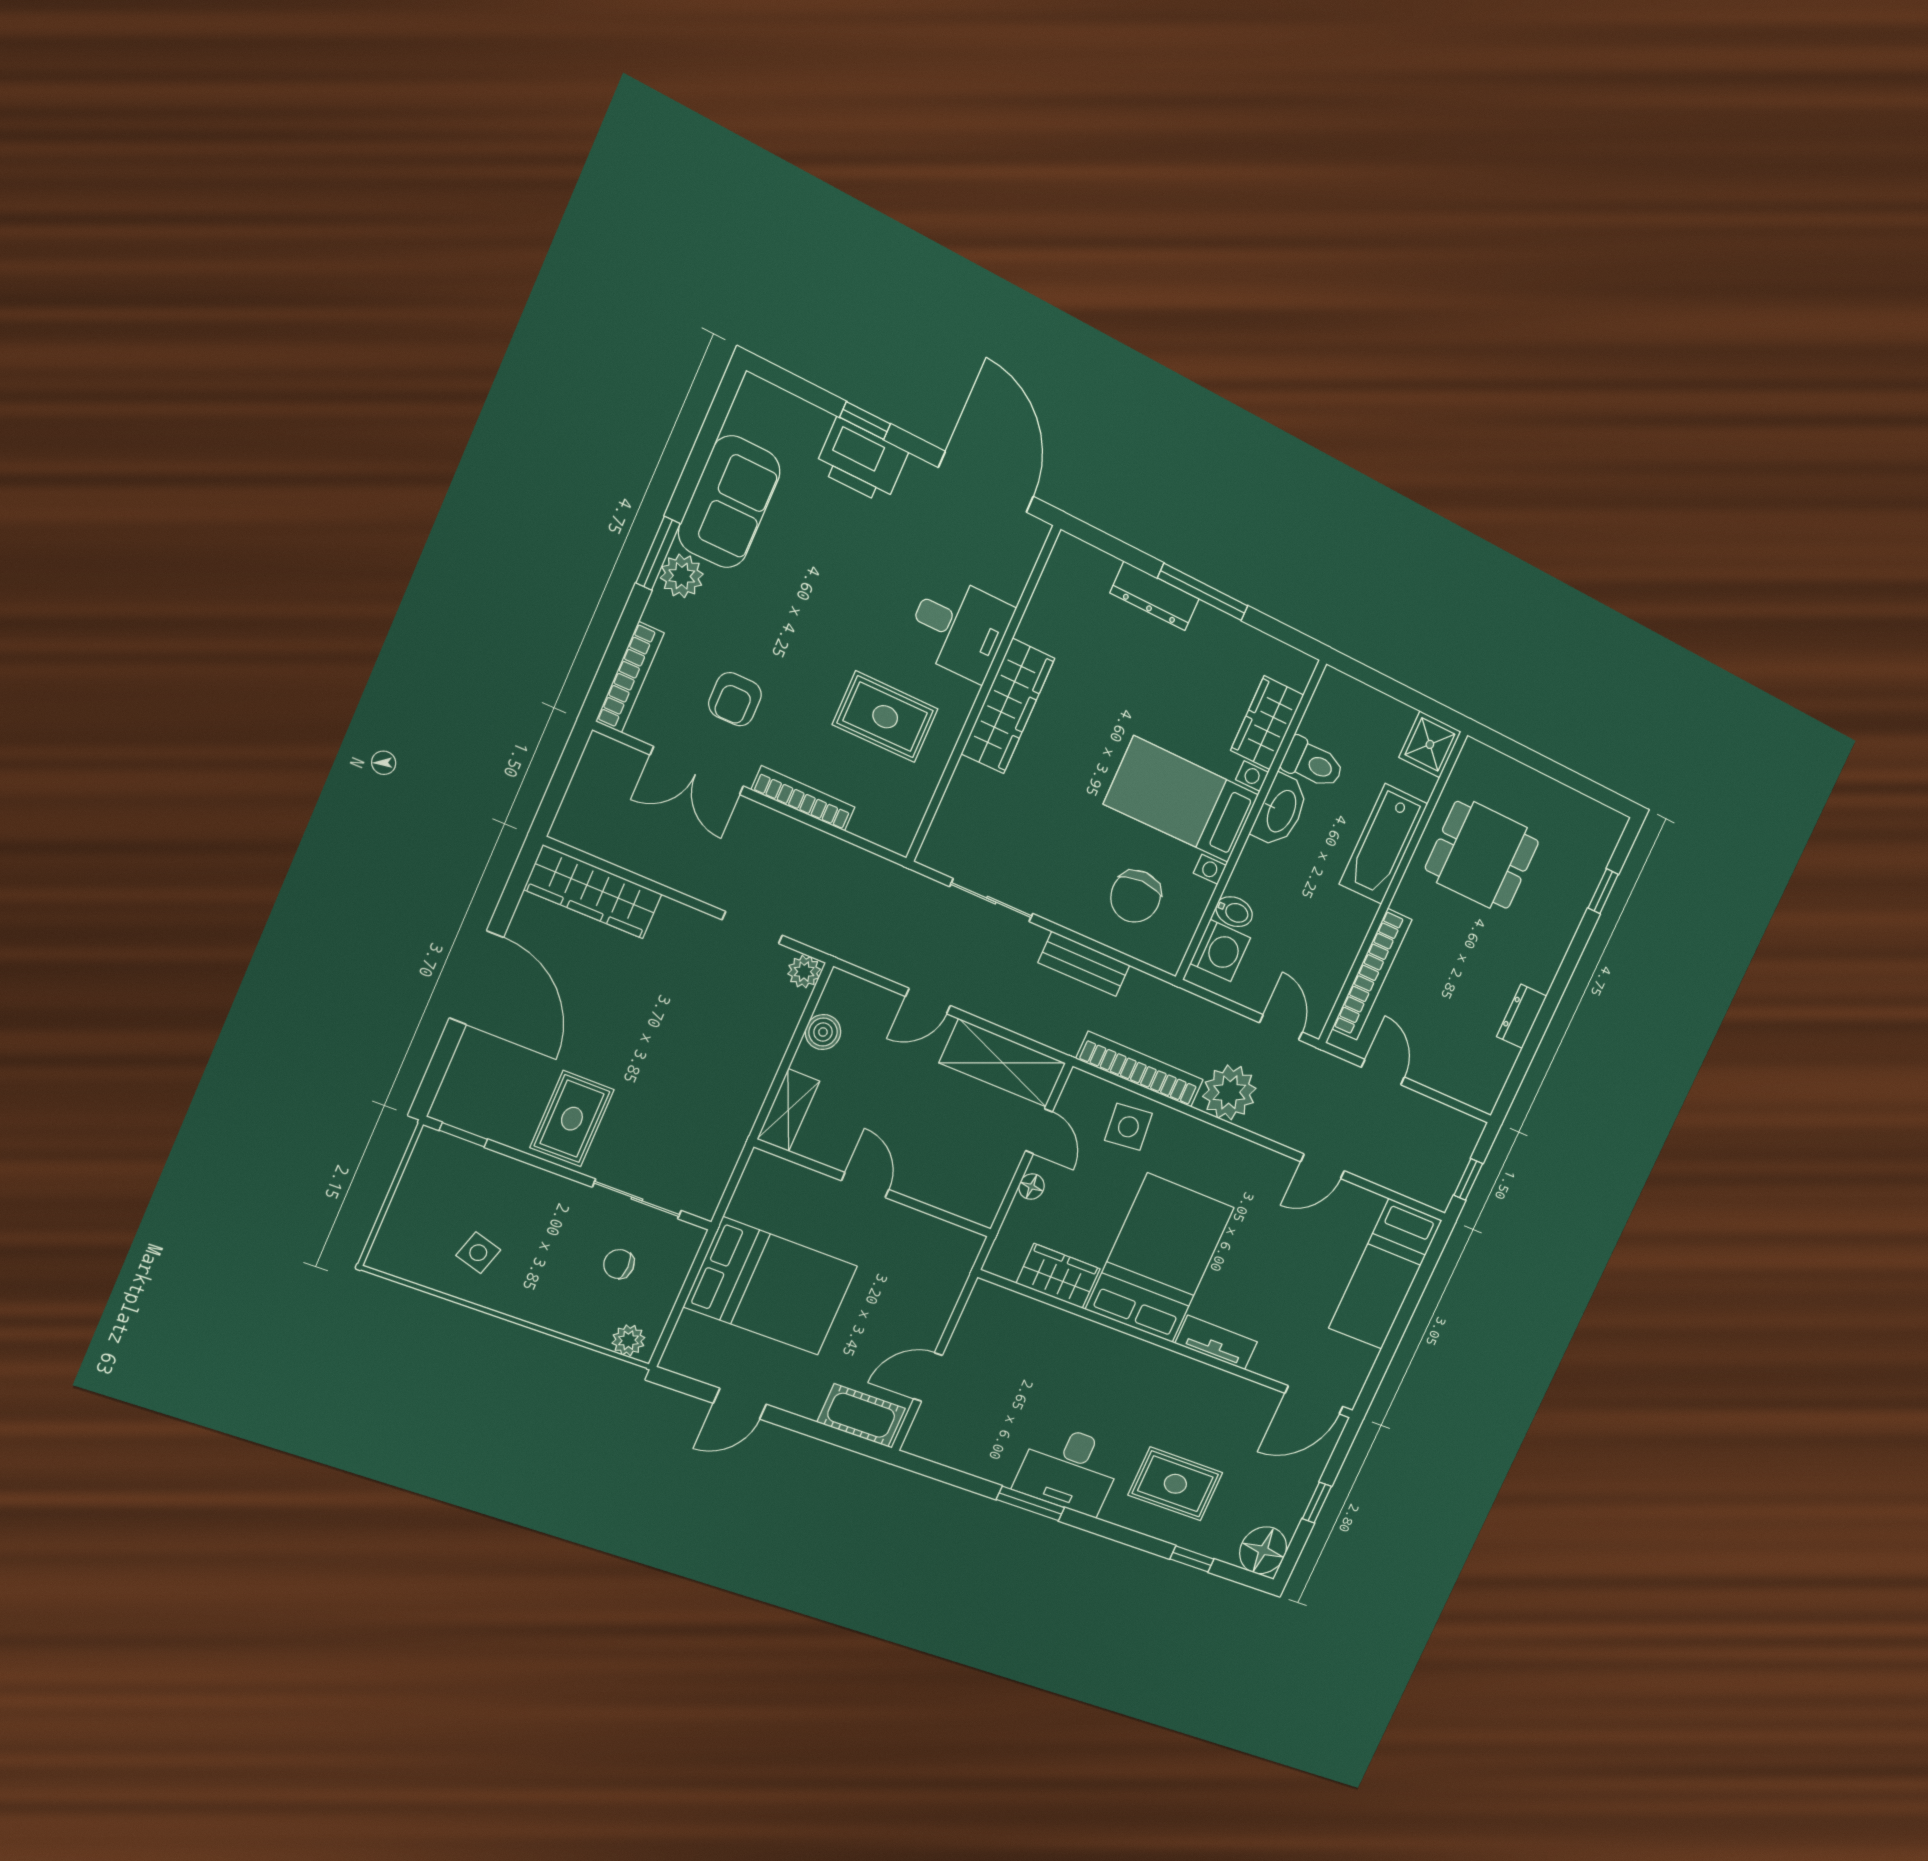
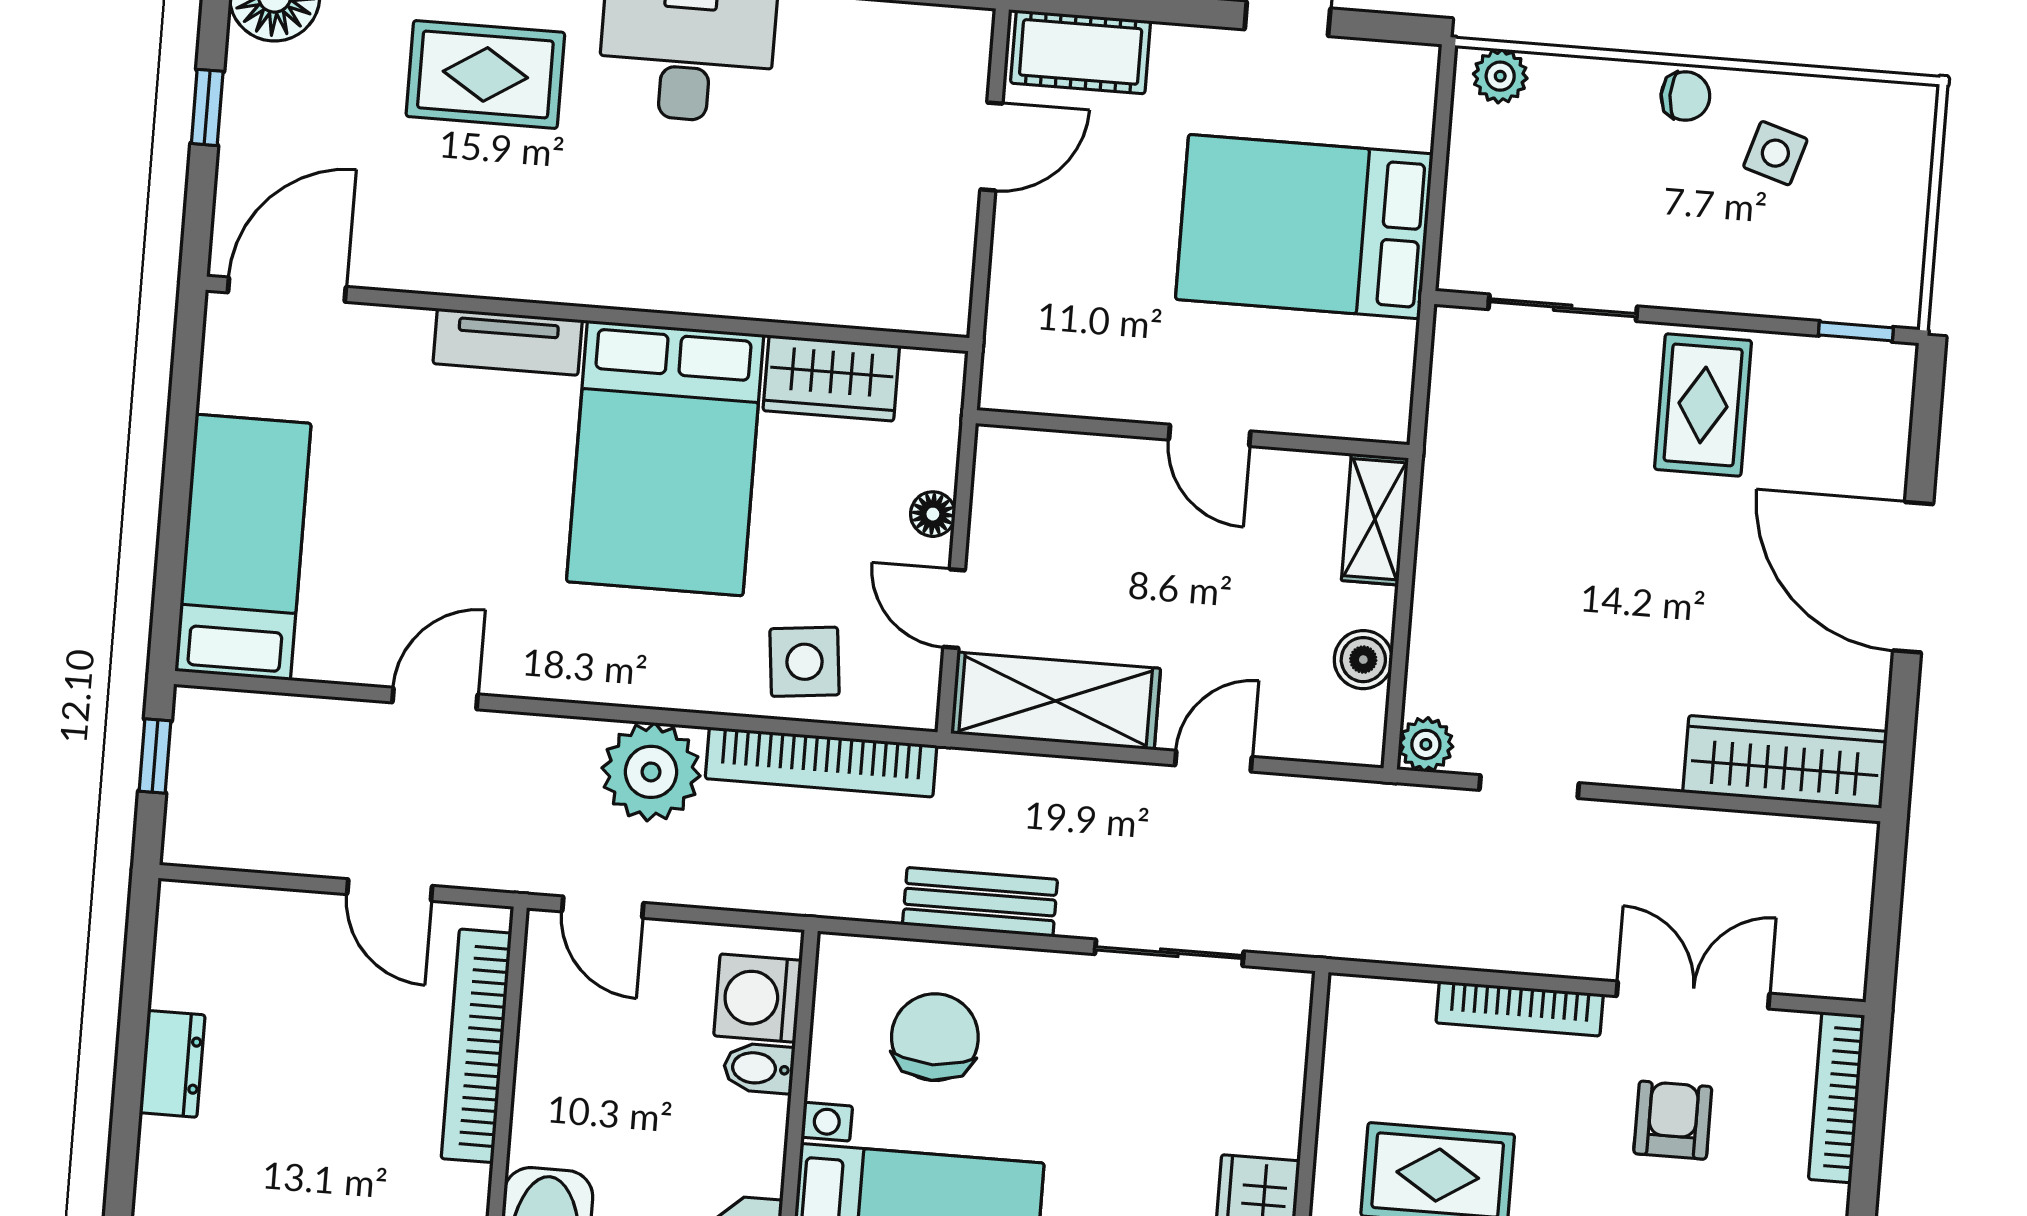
chair: (619, 1264) -> (1685, 96), moved

